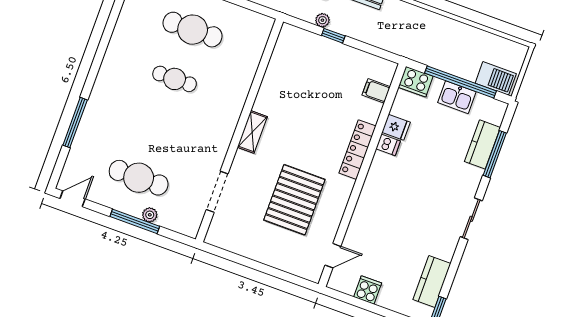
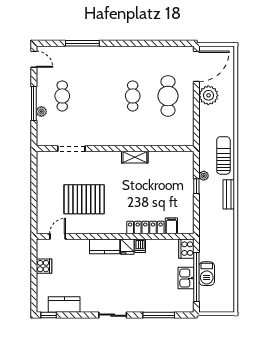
barbecue: (496, 78) -> (207, 274), moved
fridge: (396, 127) -> (127, 247), moved
shelving: (252, 132) -> (135, 157), moved
kitchen counter: (482, 144) -> (105, 246), moved, turned 180
locker: (357, 150) -> (145, 227), moved
cafe table: (139, 178) -> (62, 96), width x0.73, depth x0.74
door: (333, 256) -> (58, 236), swing flipped

